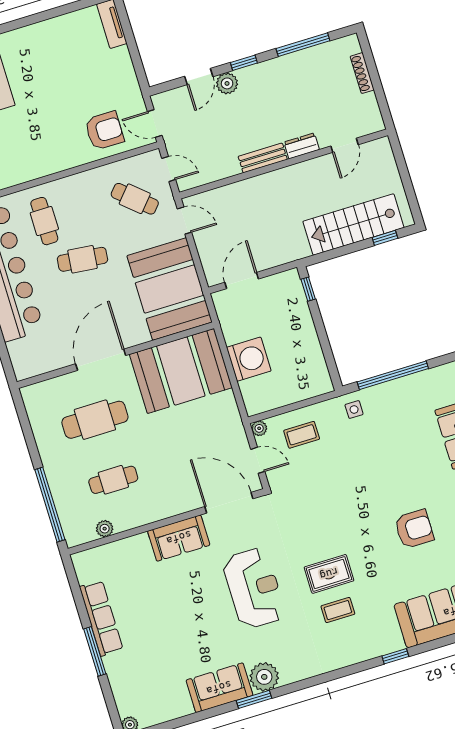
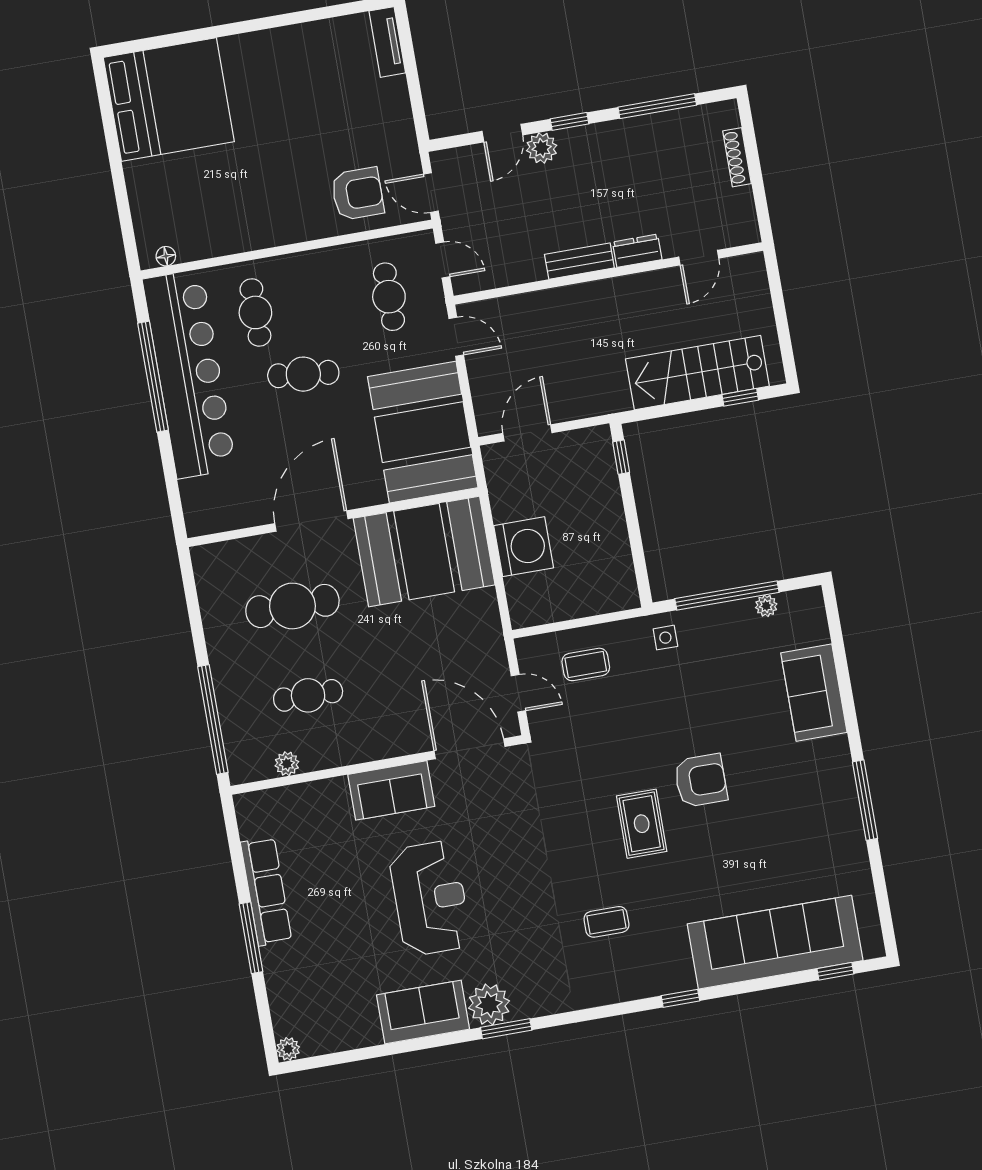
cafe table: (135, 199) -> (389, 297), turned 49
plant: (259, 428) -> (766, 606), moved
armchair: (414, 529) -> (701, 781), moved
rug: (329, 574) -> (642, 824), moved, turned 90
reception desk: (254, 588) -> (430, 898), moved
window: (254, 699) -> (506, 1029), moved

